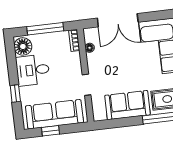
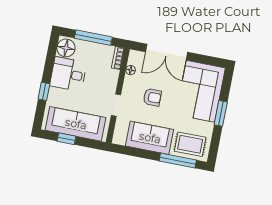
armchair: (118, 67) -> (152, 97), added

